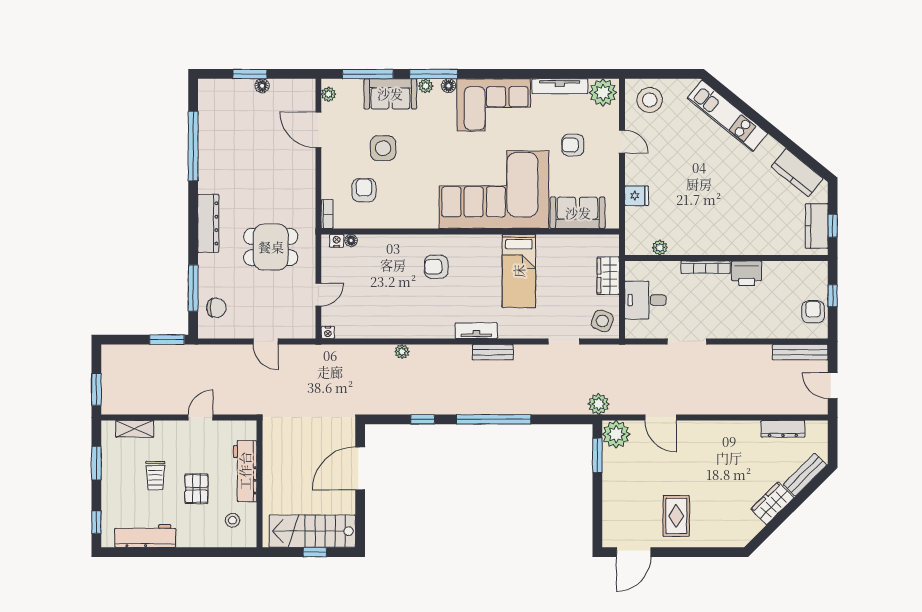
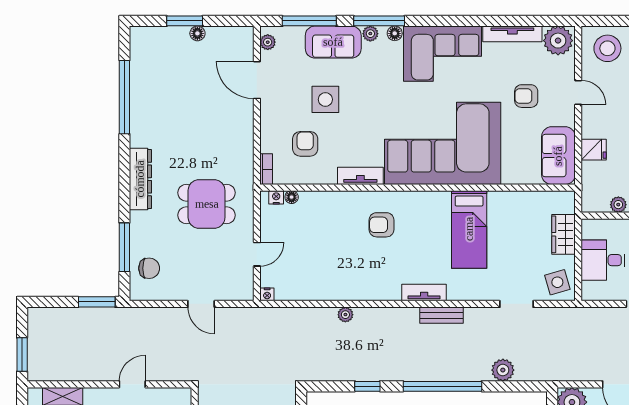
sofa: (578, 213) -> (558, 156), moved, turned -90
tv unit: (416, 220) -> (360, 176), added
side table: (602, 321) -> (557, 282), turned -38
plant: (599, 404) -> (503, 370), moved

